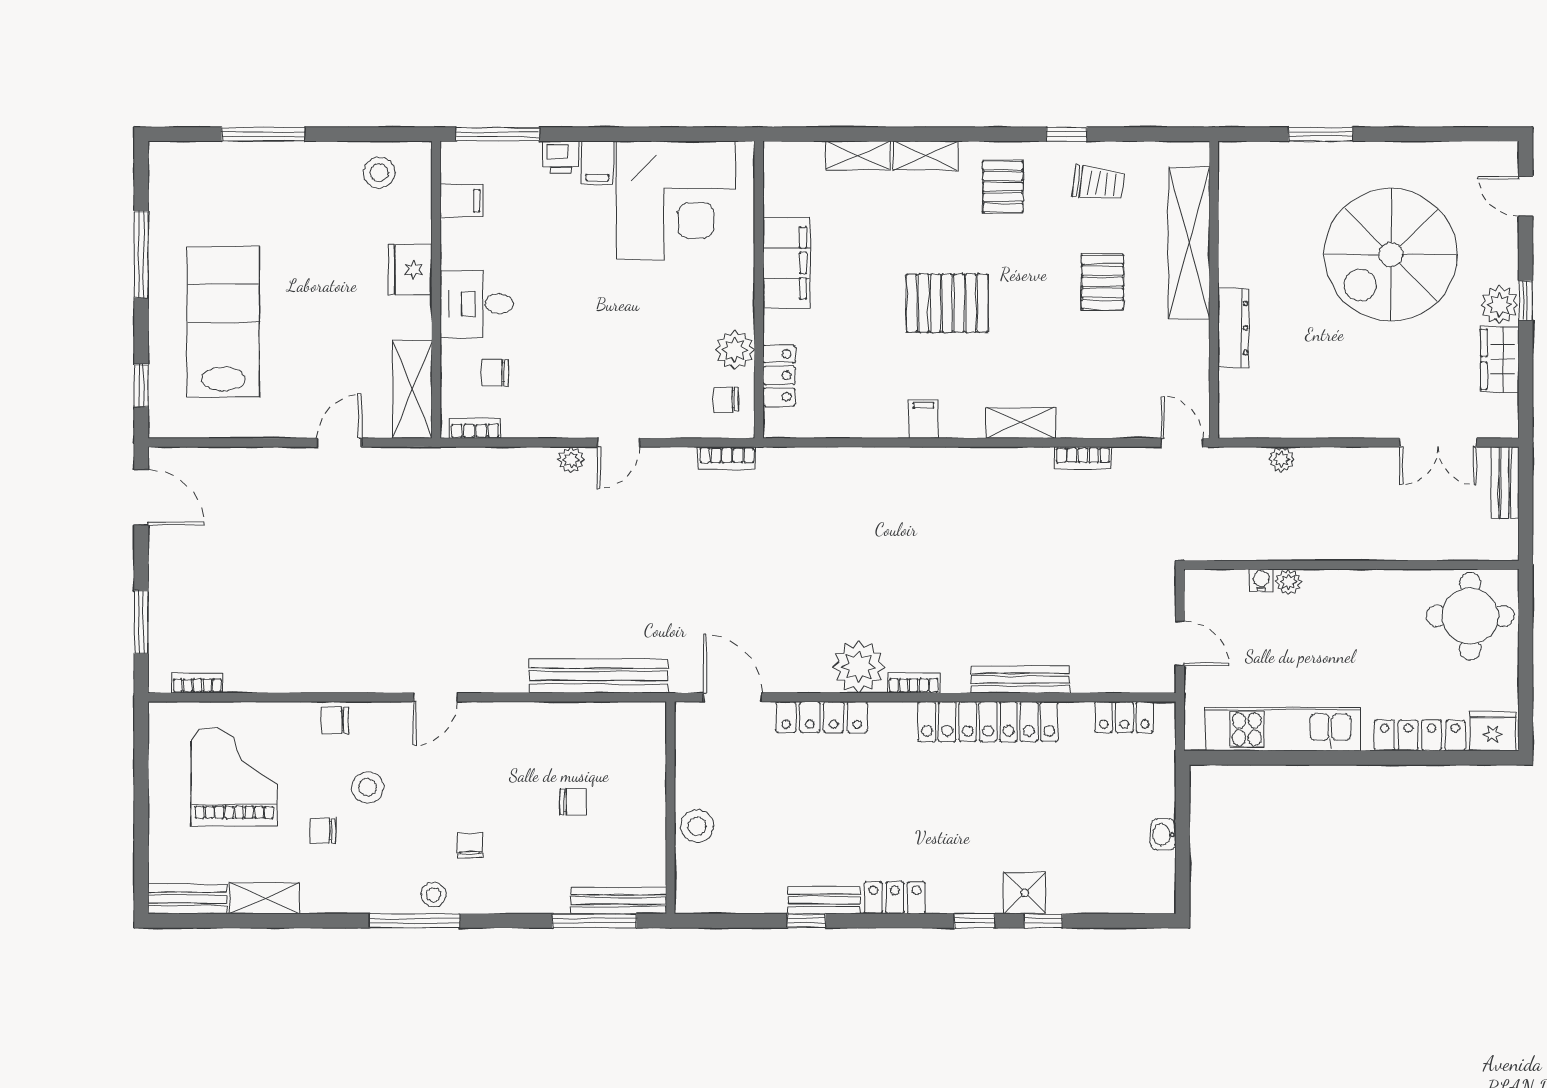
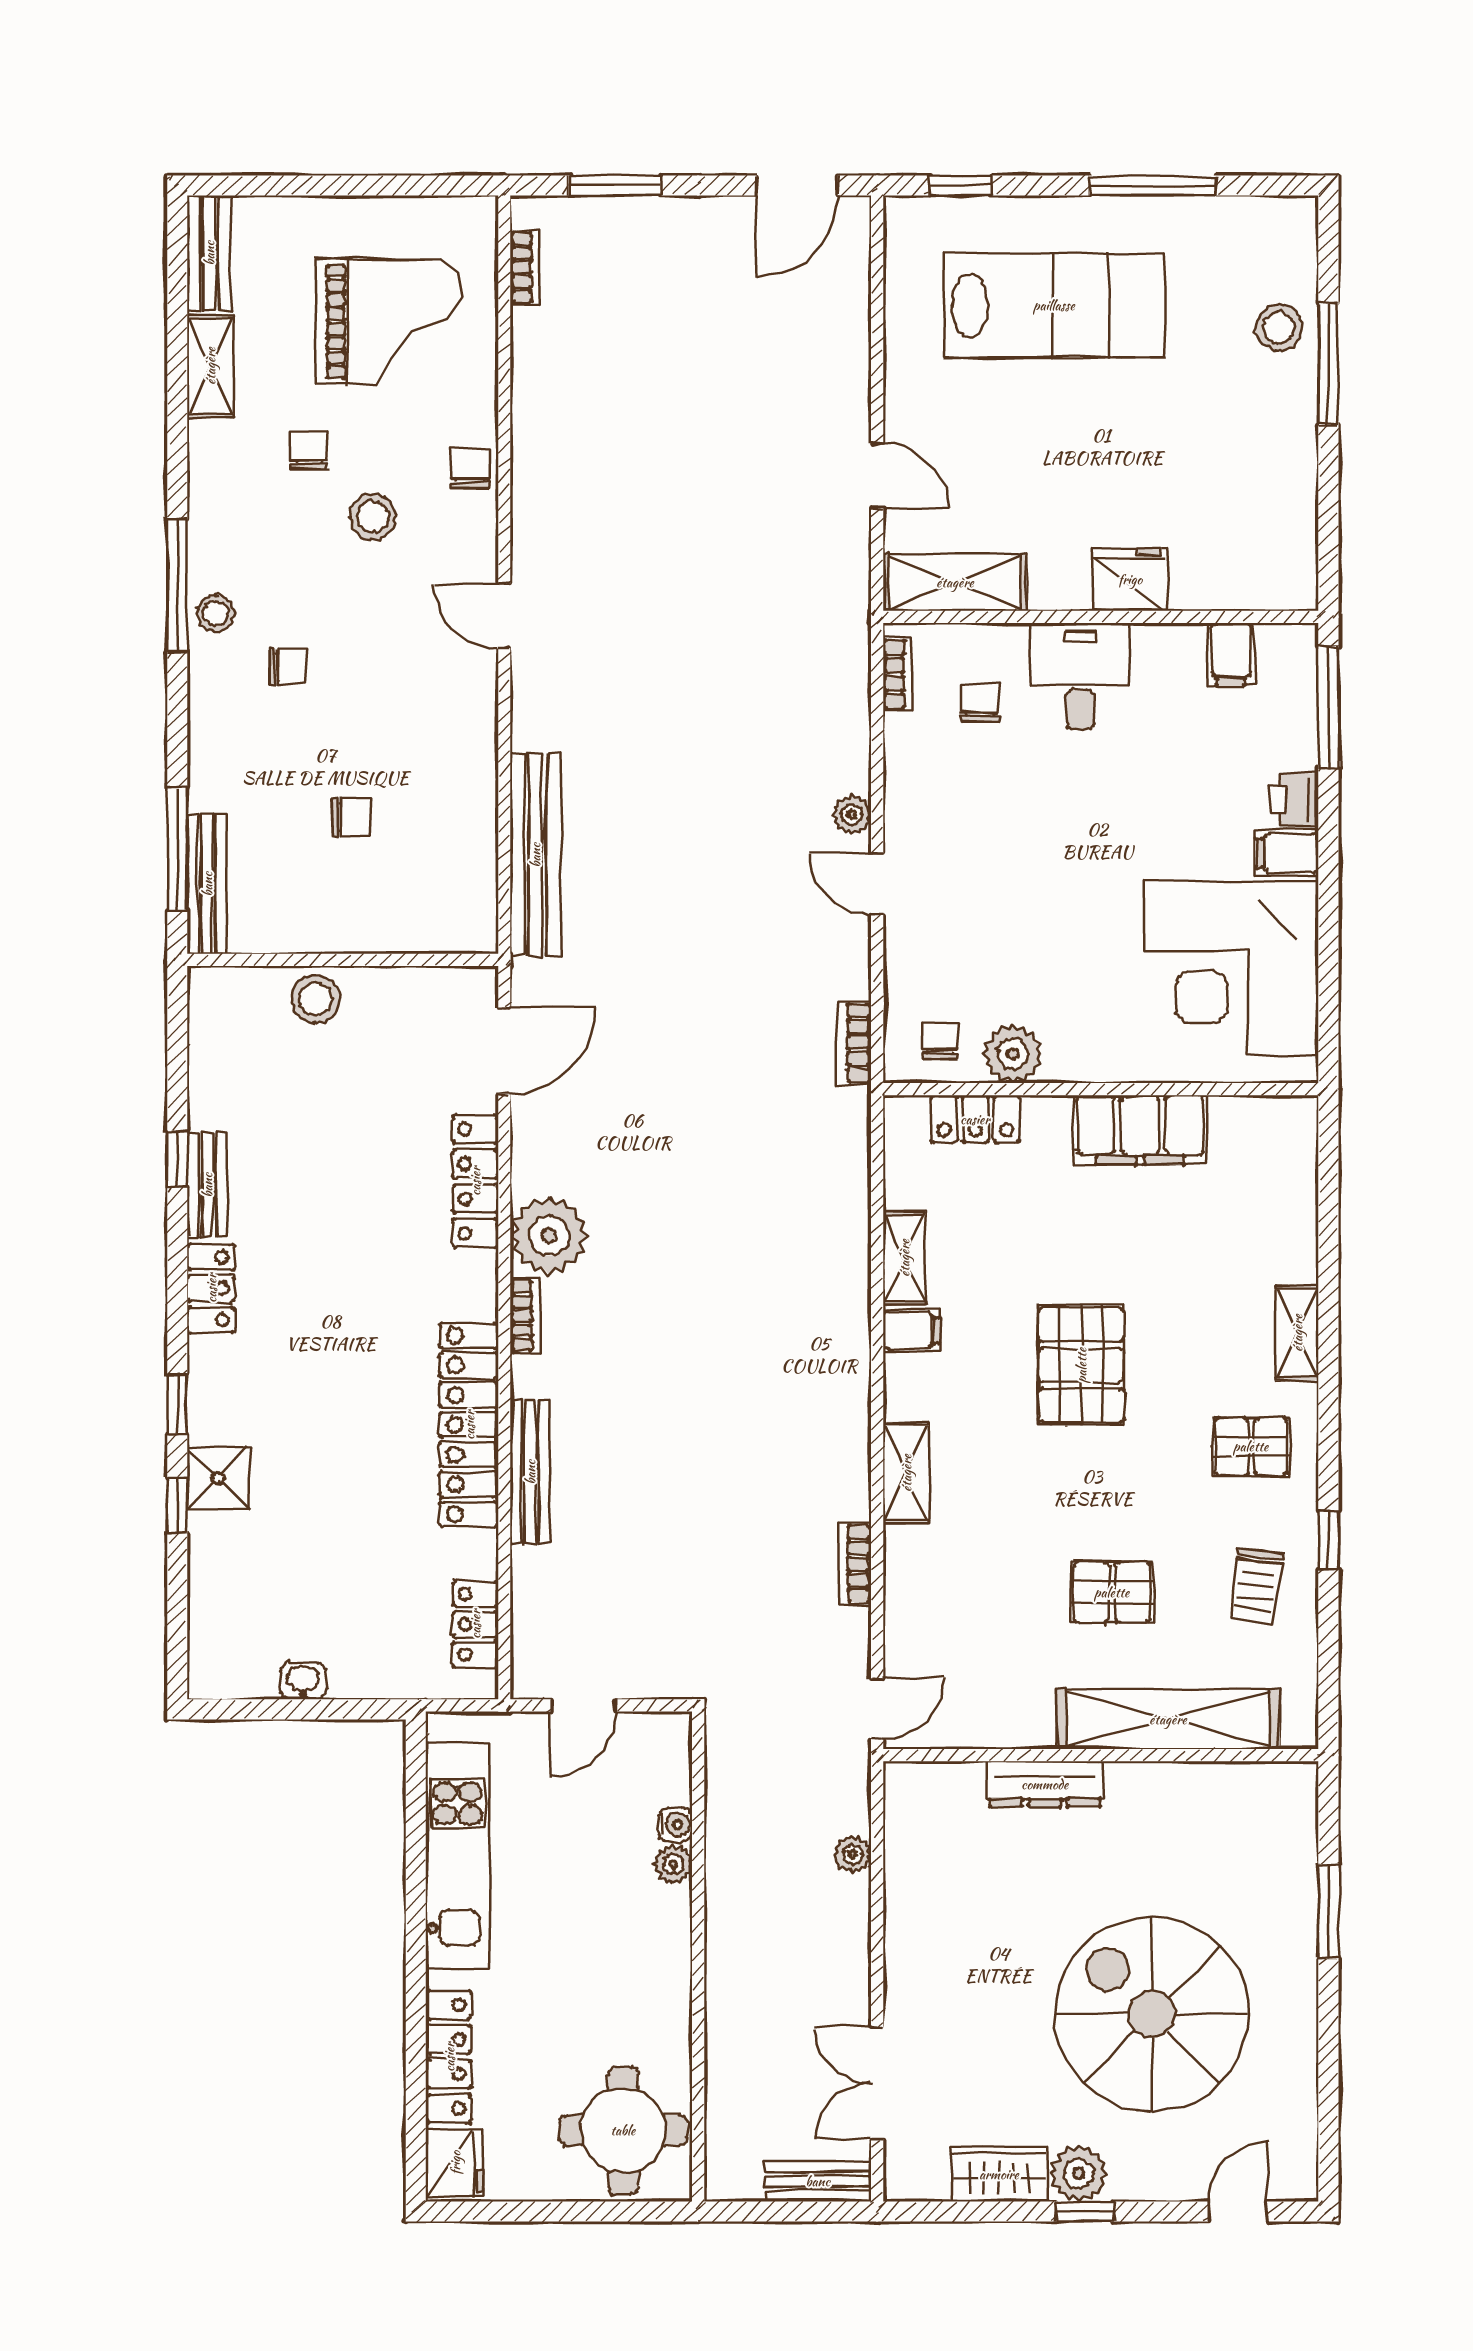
shelving: (858, 155) -> (904, 1258), moved
stool: (379, 173) -> (1279, 328), moved
chair: (573, 802) -> (351, 817), turned -90

